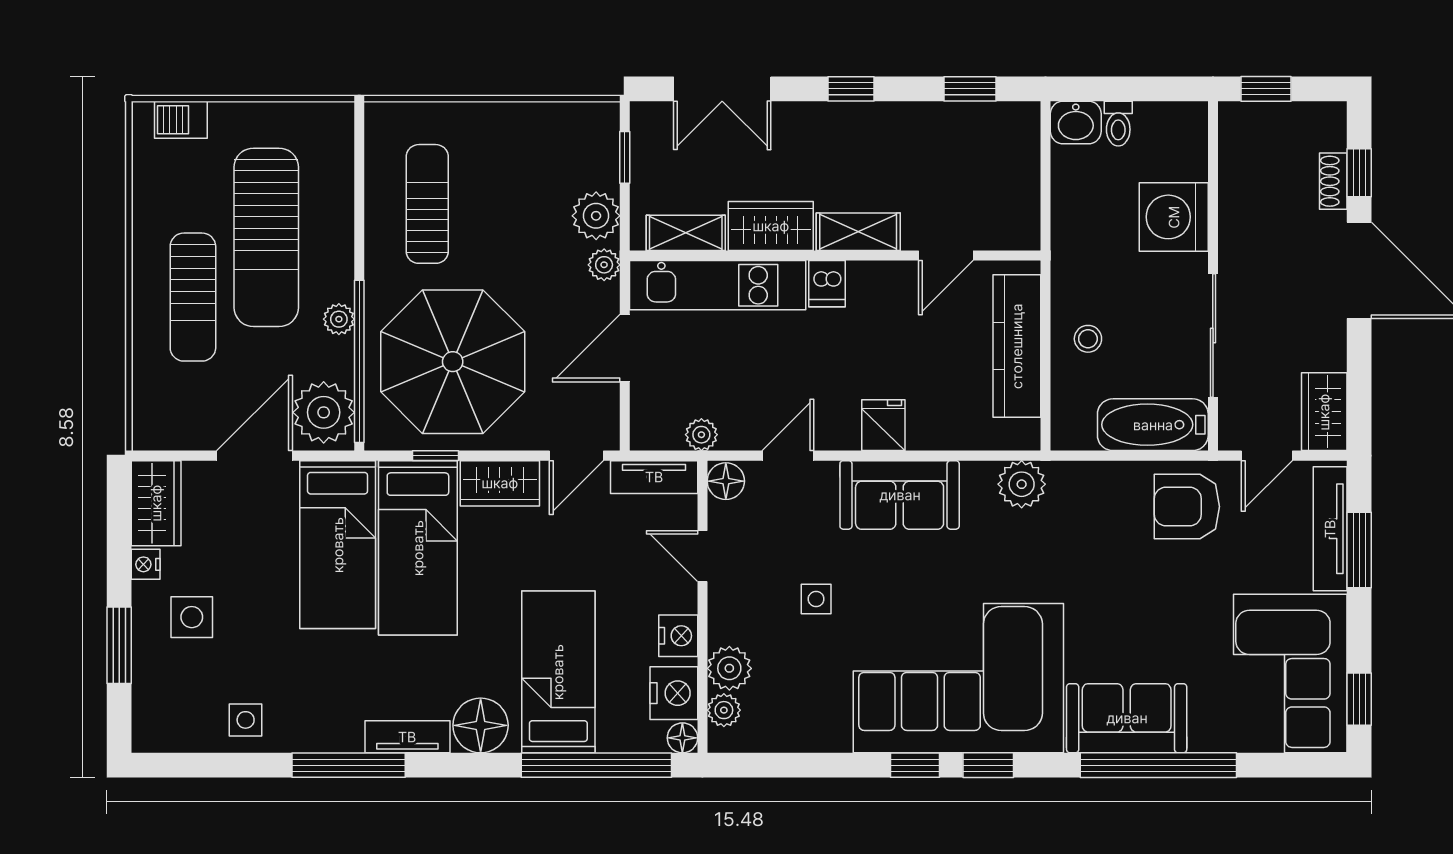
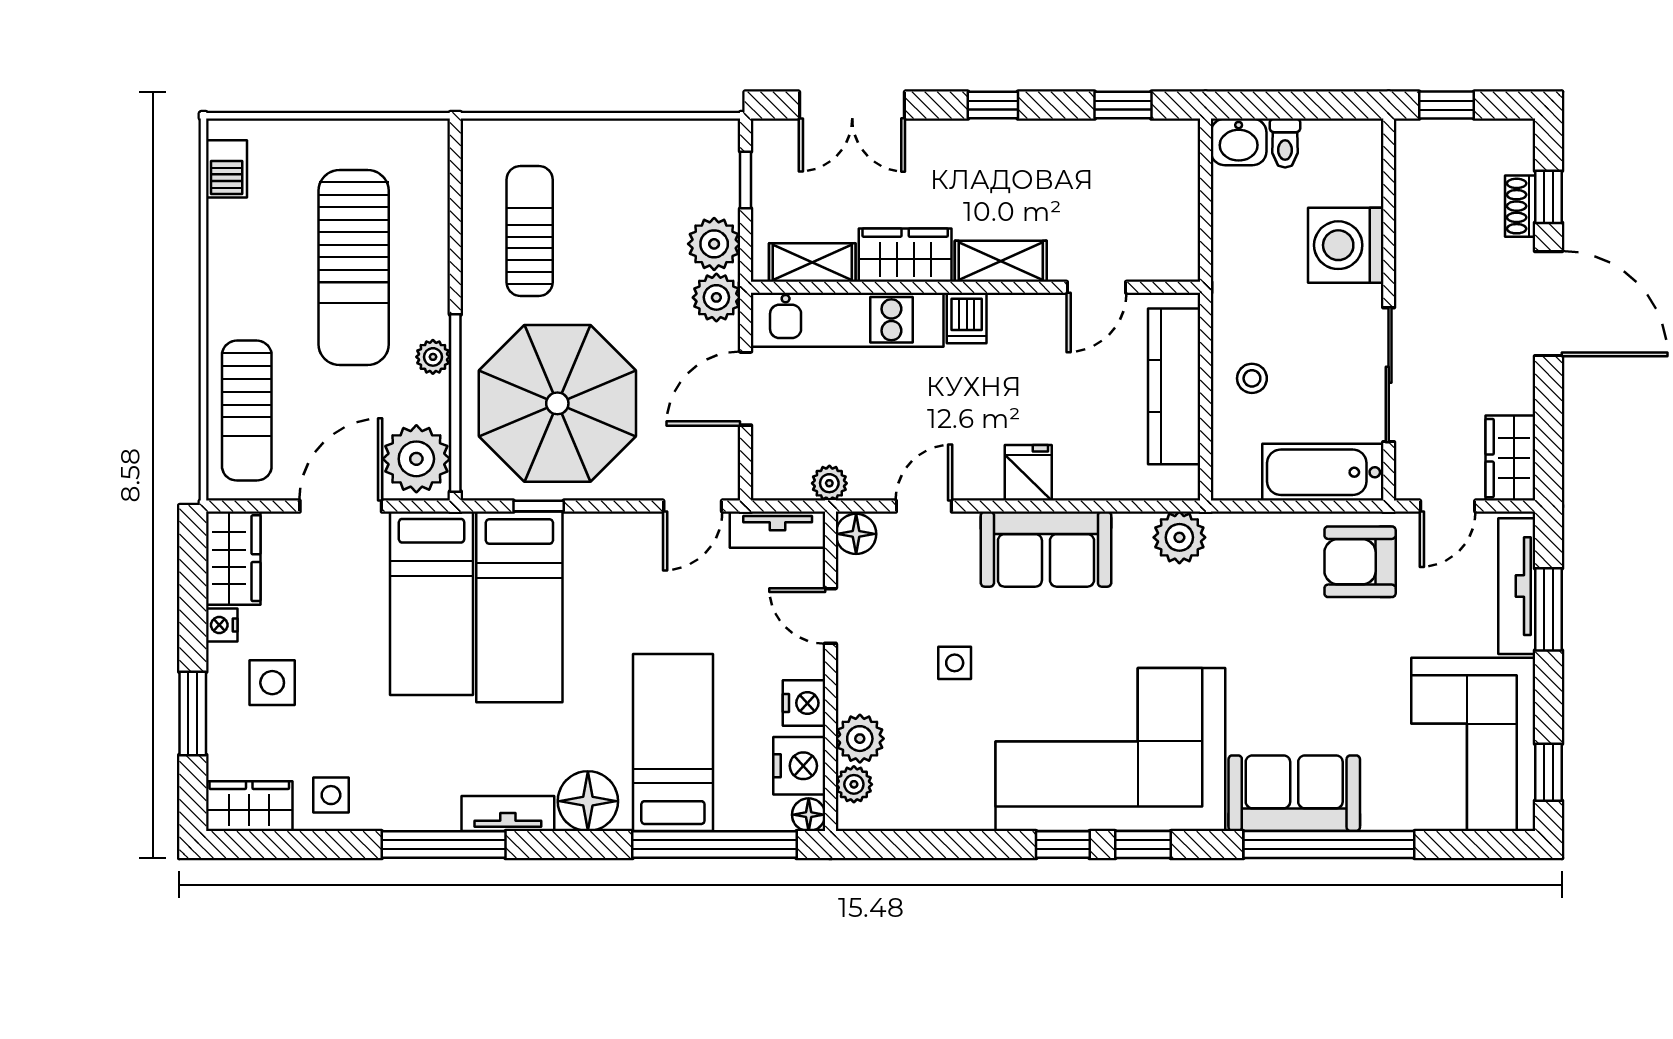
barbecue: (181, 120) -> (227, 169), moved, turned -90
plant: (604, 265) -> (716, 297), width x1.38, depth x1.38
sun lounger: (193, 297) -> (247, 411), moved
wardrobe: (500, 483) -> (249, 806), moved, turned 180

